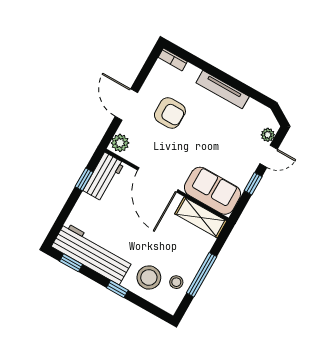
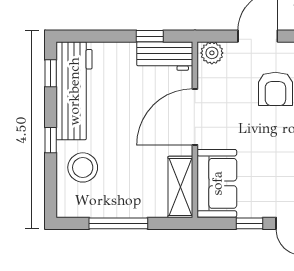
stool: (176, 282) -> (95, 200), removed

